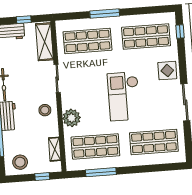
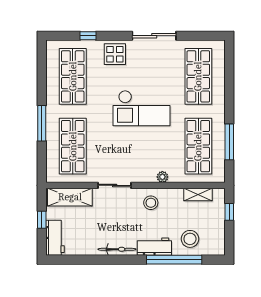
window: (180, 32) -> (88, 36), moved
plant: (72, 118) -> (162, 177), width x0.53, depth x0.53
stool: (20, 162) -> (190, 239), moved

